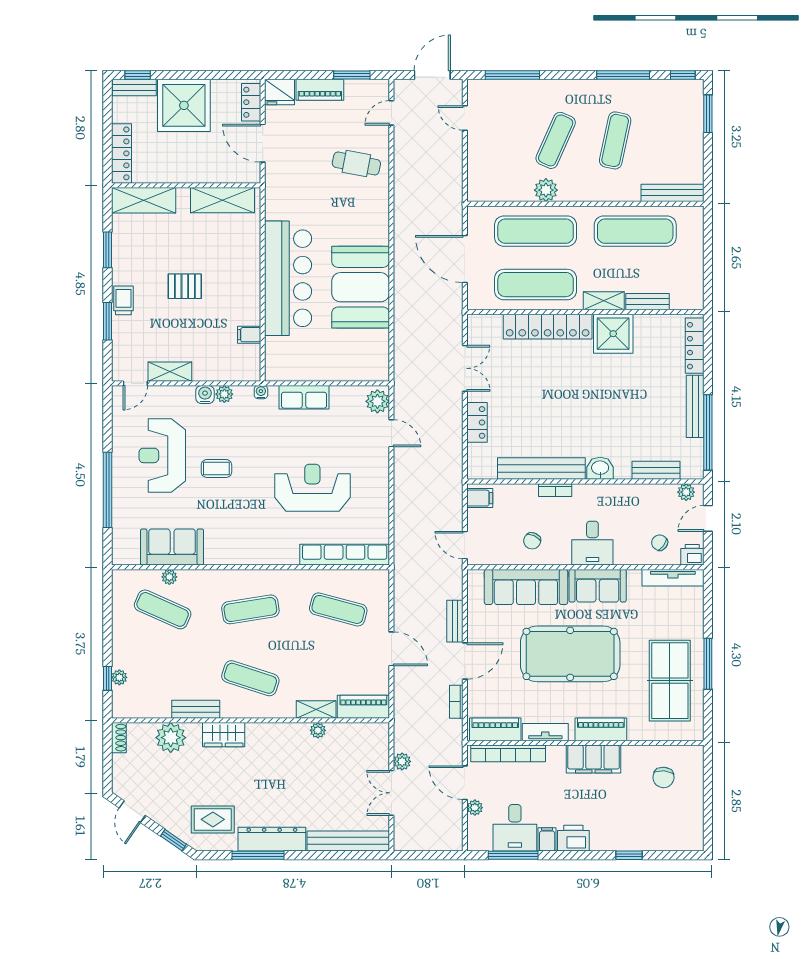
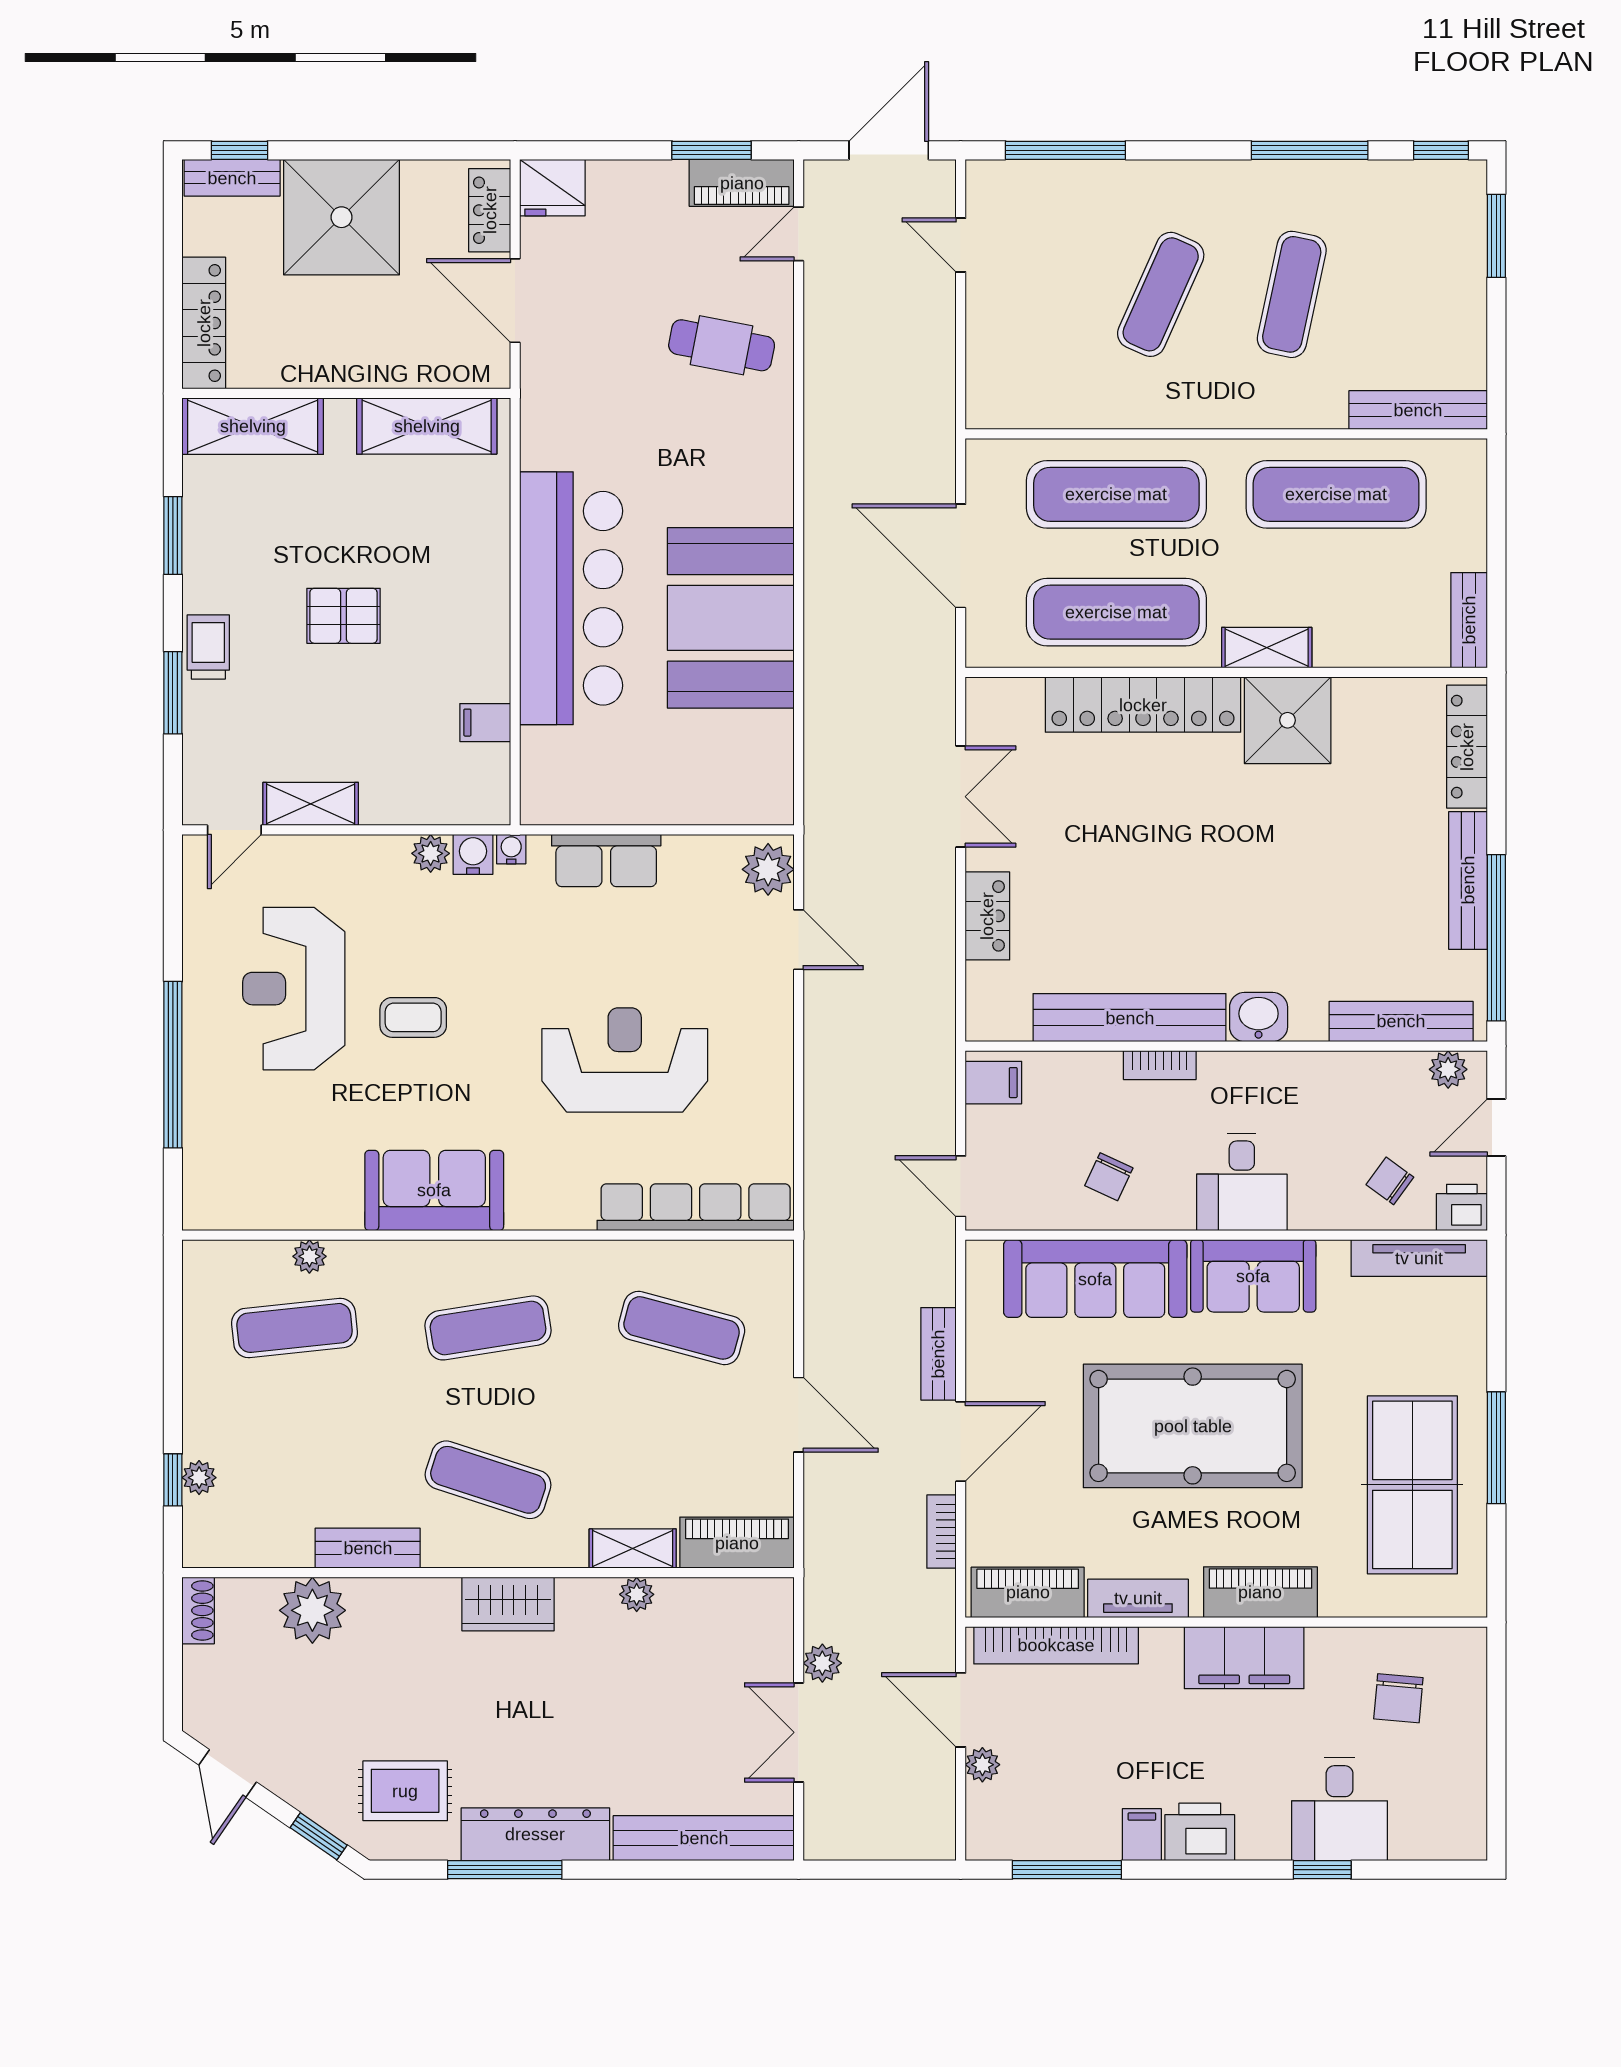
piano: (320, 90) -> (742, 183), moved
plant: (546, 190) -> (1139, 404), removed
bench: (647, 302) -> (1469, 620), moved, turned 90
water cooler: (205, 395) -> (473, 854), moved
bench: (656, 470) -> (1401, 1021), width x1.36
sofa: (172, 547) -> (434, 1190), moved
exercise mat: (163, 609) -> (295, 1328), turned -30
wardrobe: (224, 735) -> (508, 1604), moved
desk: (515, 828) -> (1340, 1809), moved

